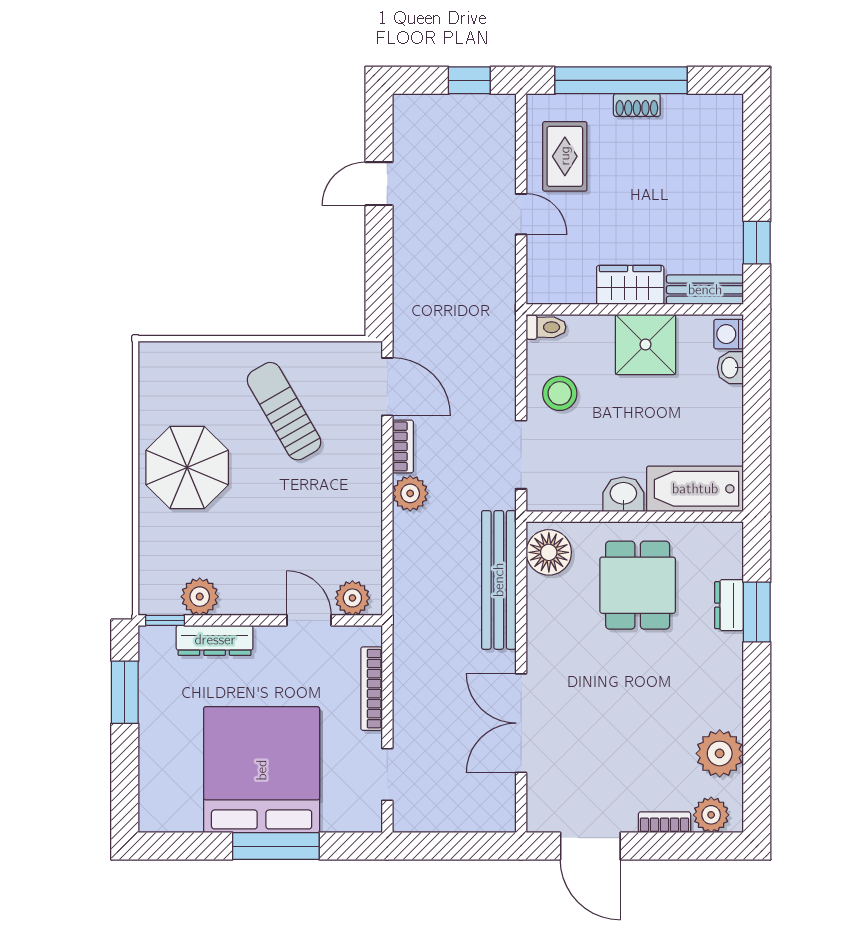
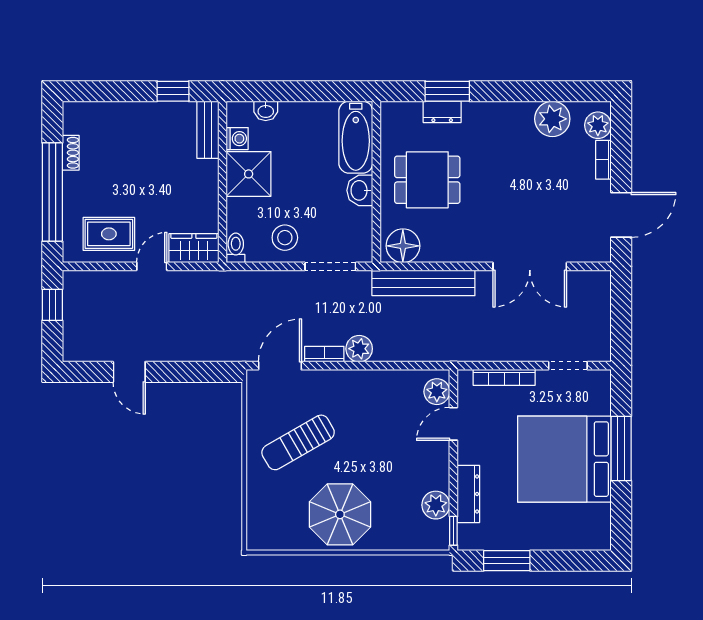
shoe rack: (637, 105) -> (71, 153), moved
wardrobe: (630, 285) -> (194, 248), moved, turned 90
washing machine: (729, 334) -> (237, 139), moved, turned -90

